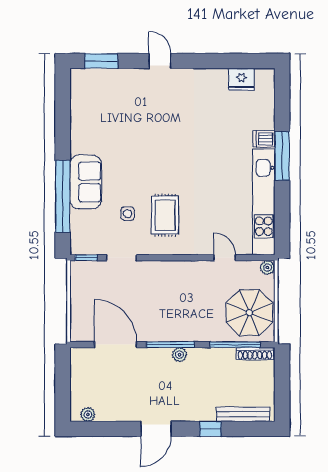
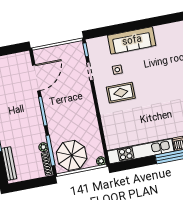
sofa: (86, 182) -> (132, 40), width x1.36
window: (63, 196) -> (120, 28), removed
door: (225, 258) -> (102, 134), removed
plant: (179, 355) -> (43, 147), moved

